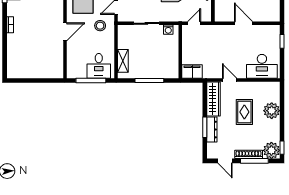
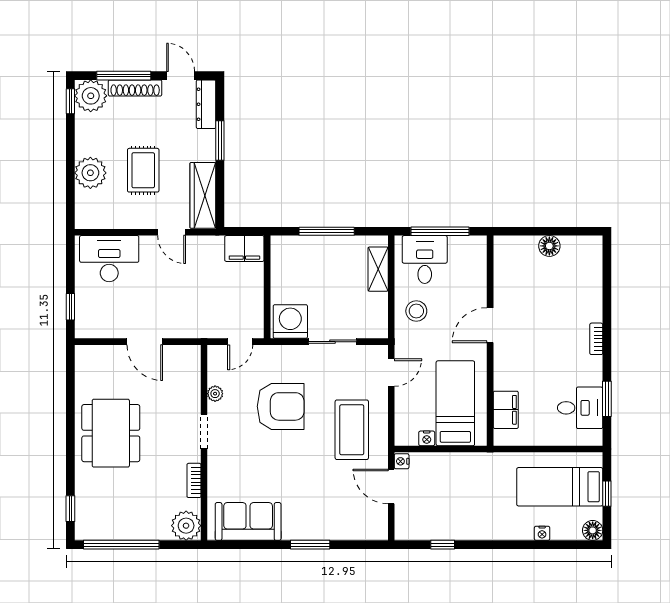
stool: (100, 26) -> (416, 311), moved
washing machine: (168, 30) -> (290, 322), width x1.89, depth x1.89
floor lamp: (34, 73) -> (549, 246), added
dresser: (212, 130) -> (206, 104), moved

